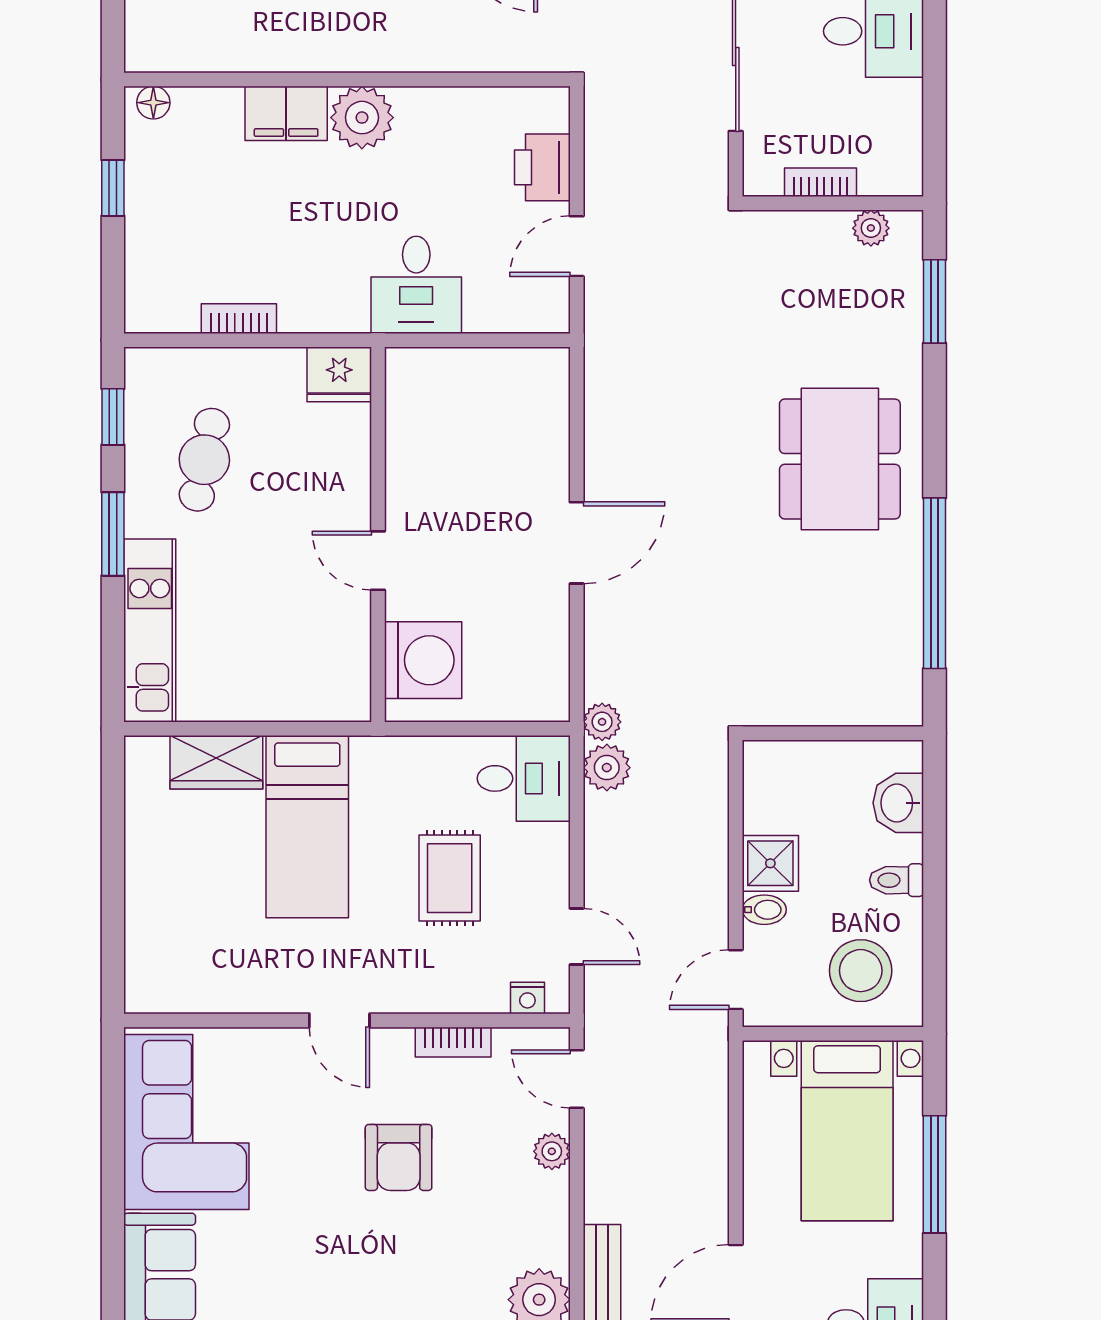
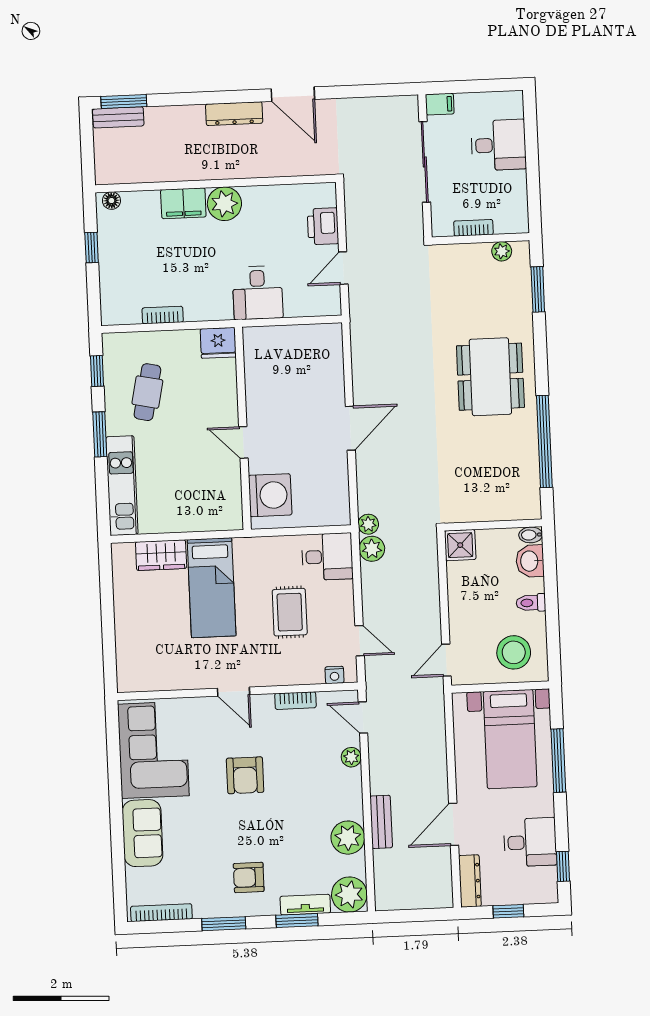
shower: (770, 863) -> (460, 545), moved
bidet: (764, 910) -> (531, 535), moved, turned 180
armchair: (399, 1157) -> (245, 775), moved

